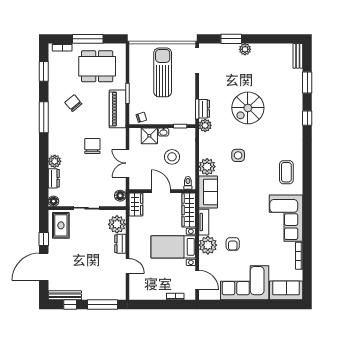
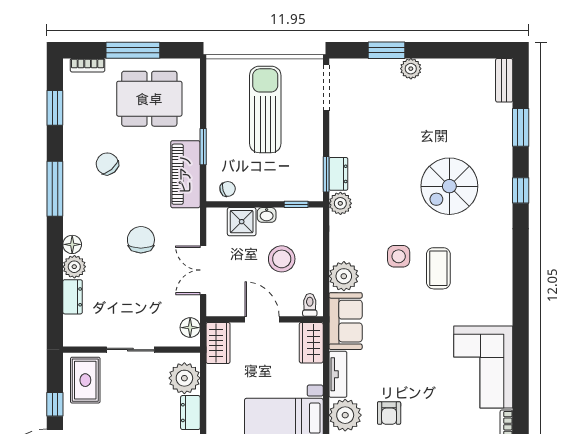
spiral stairs: (248, 108) -> (449, 186), moved
coffee table: (286, 172) -> (438, 268), moved
floor lamp: (54, 201) -> (72, 244), moved
wardrobe: (189, 210) -> (311, 343), width x0.67

